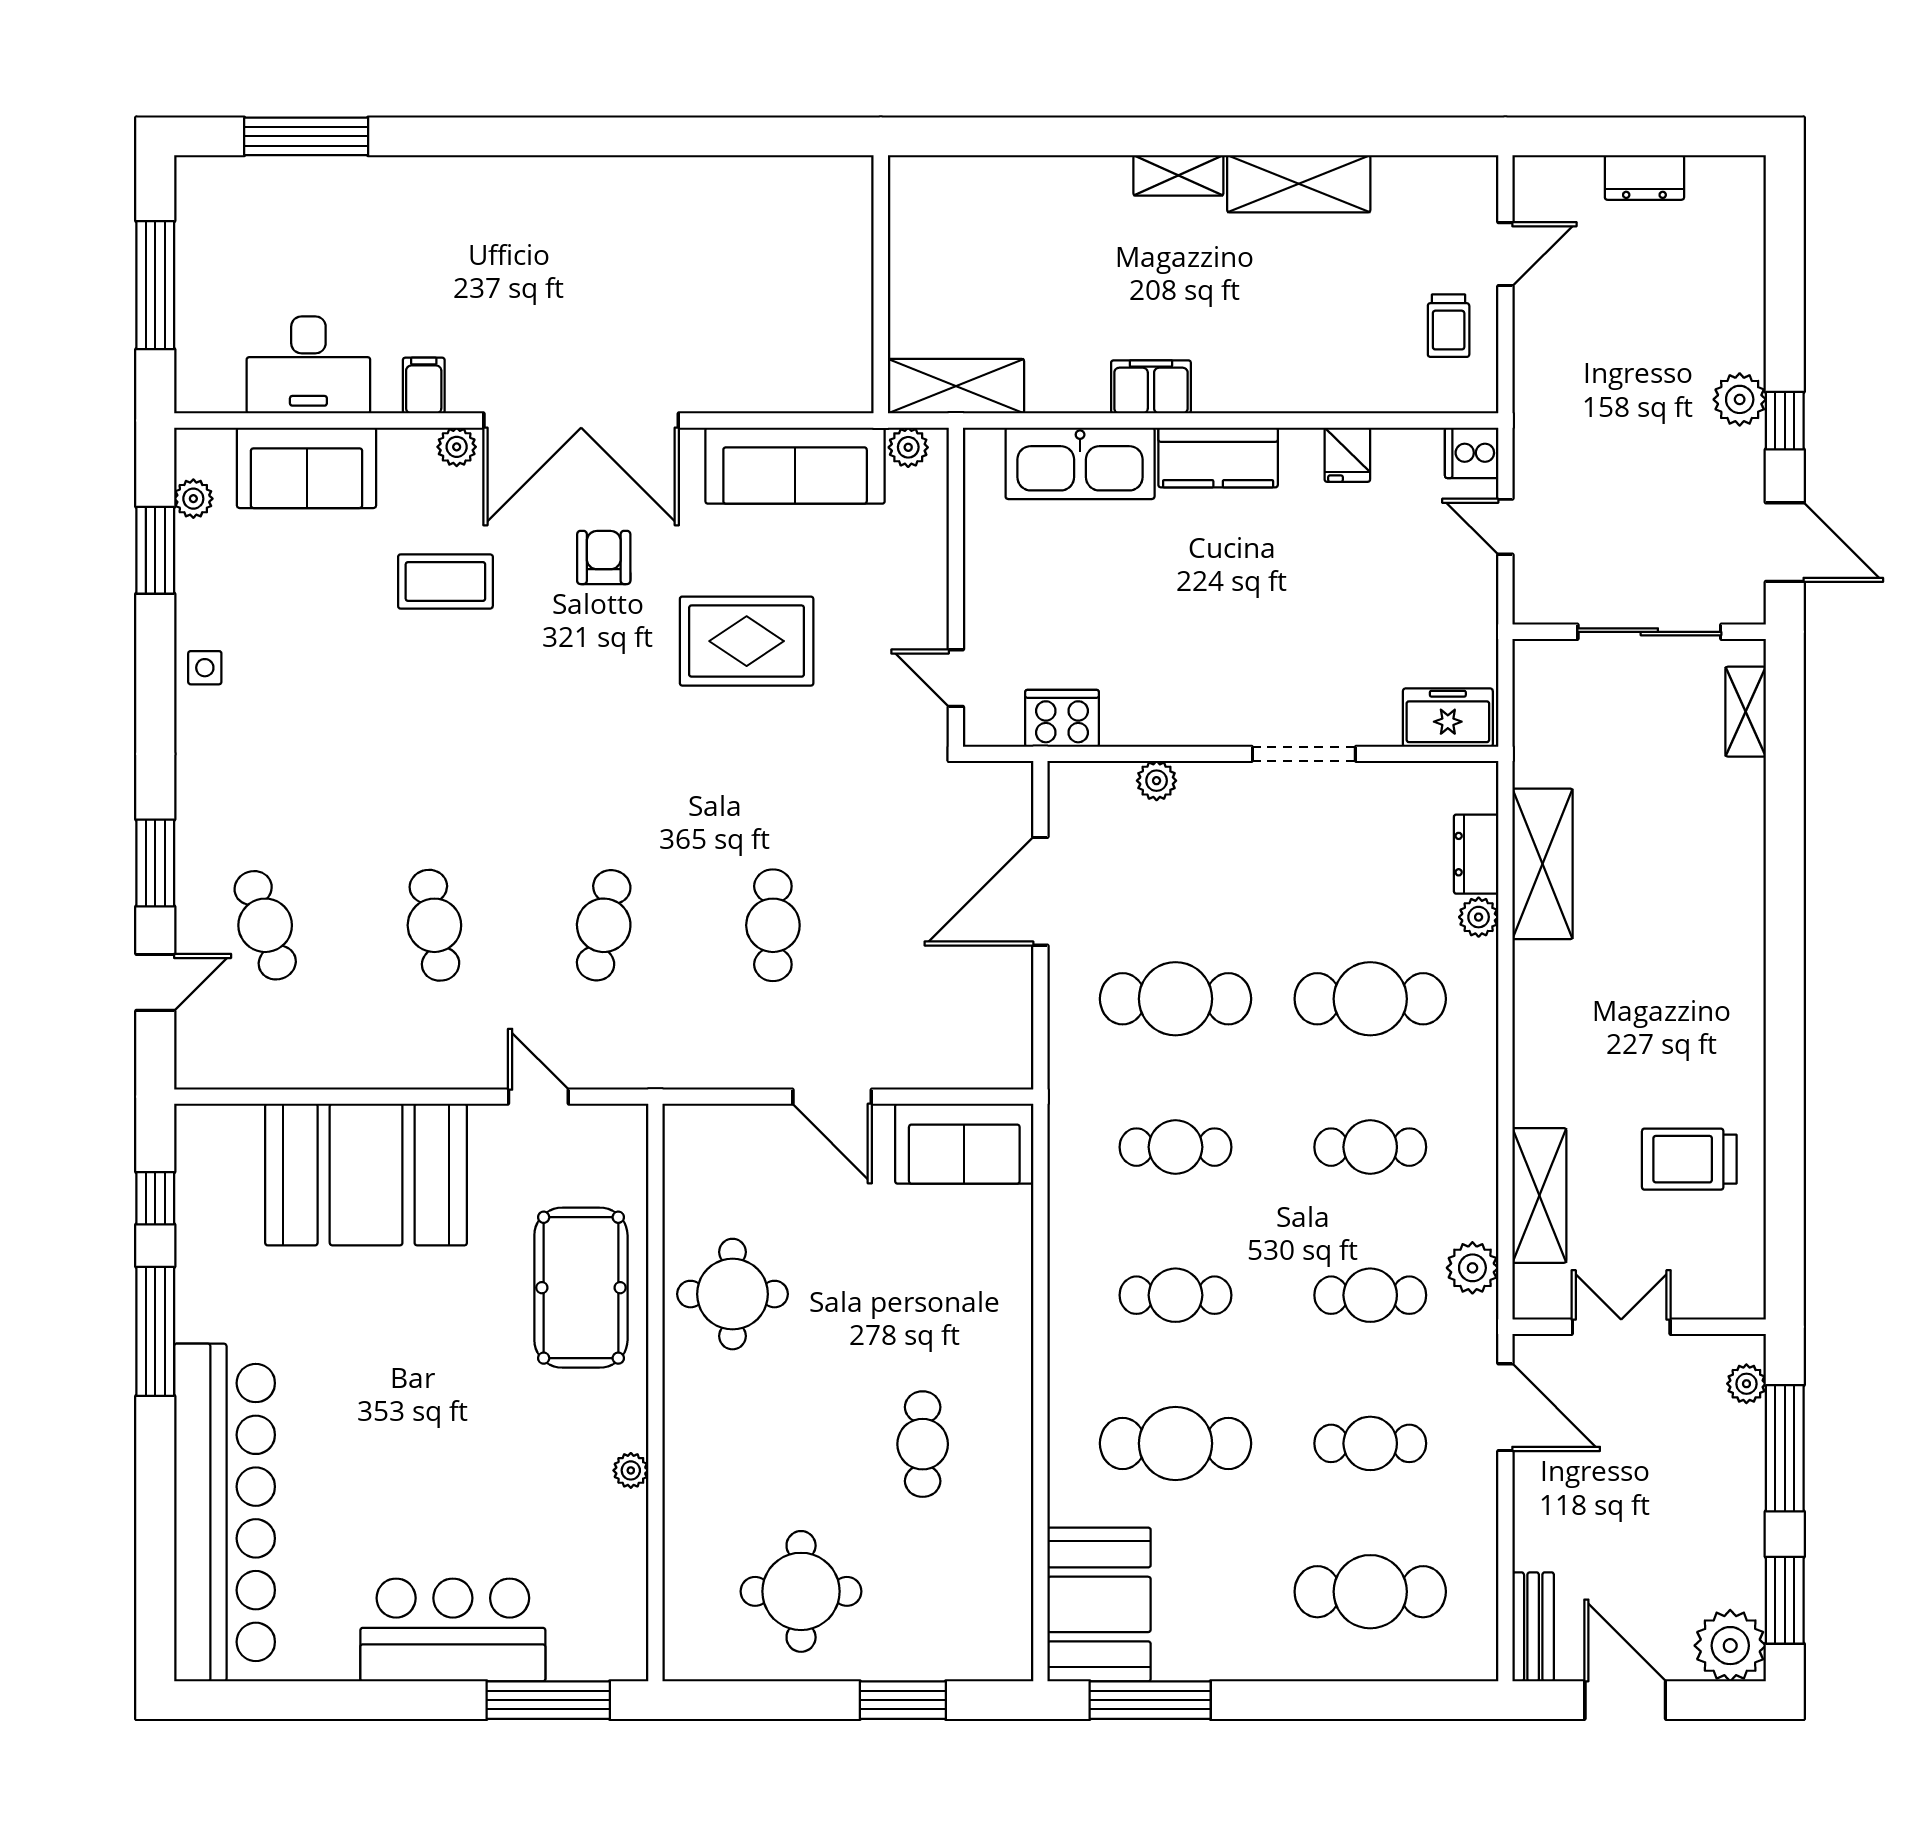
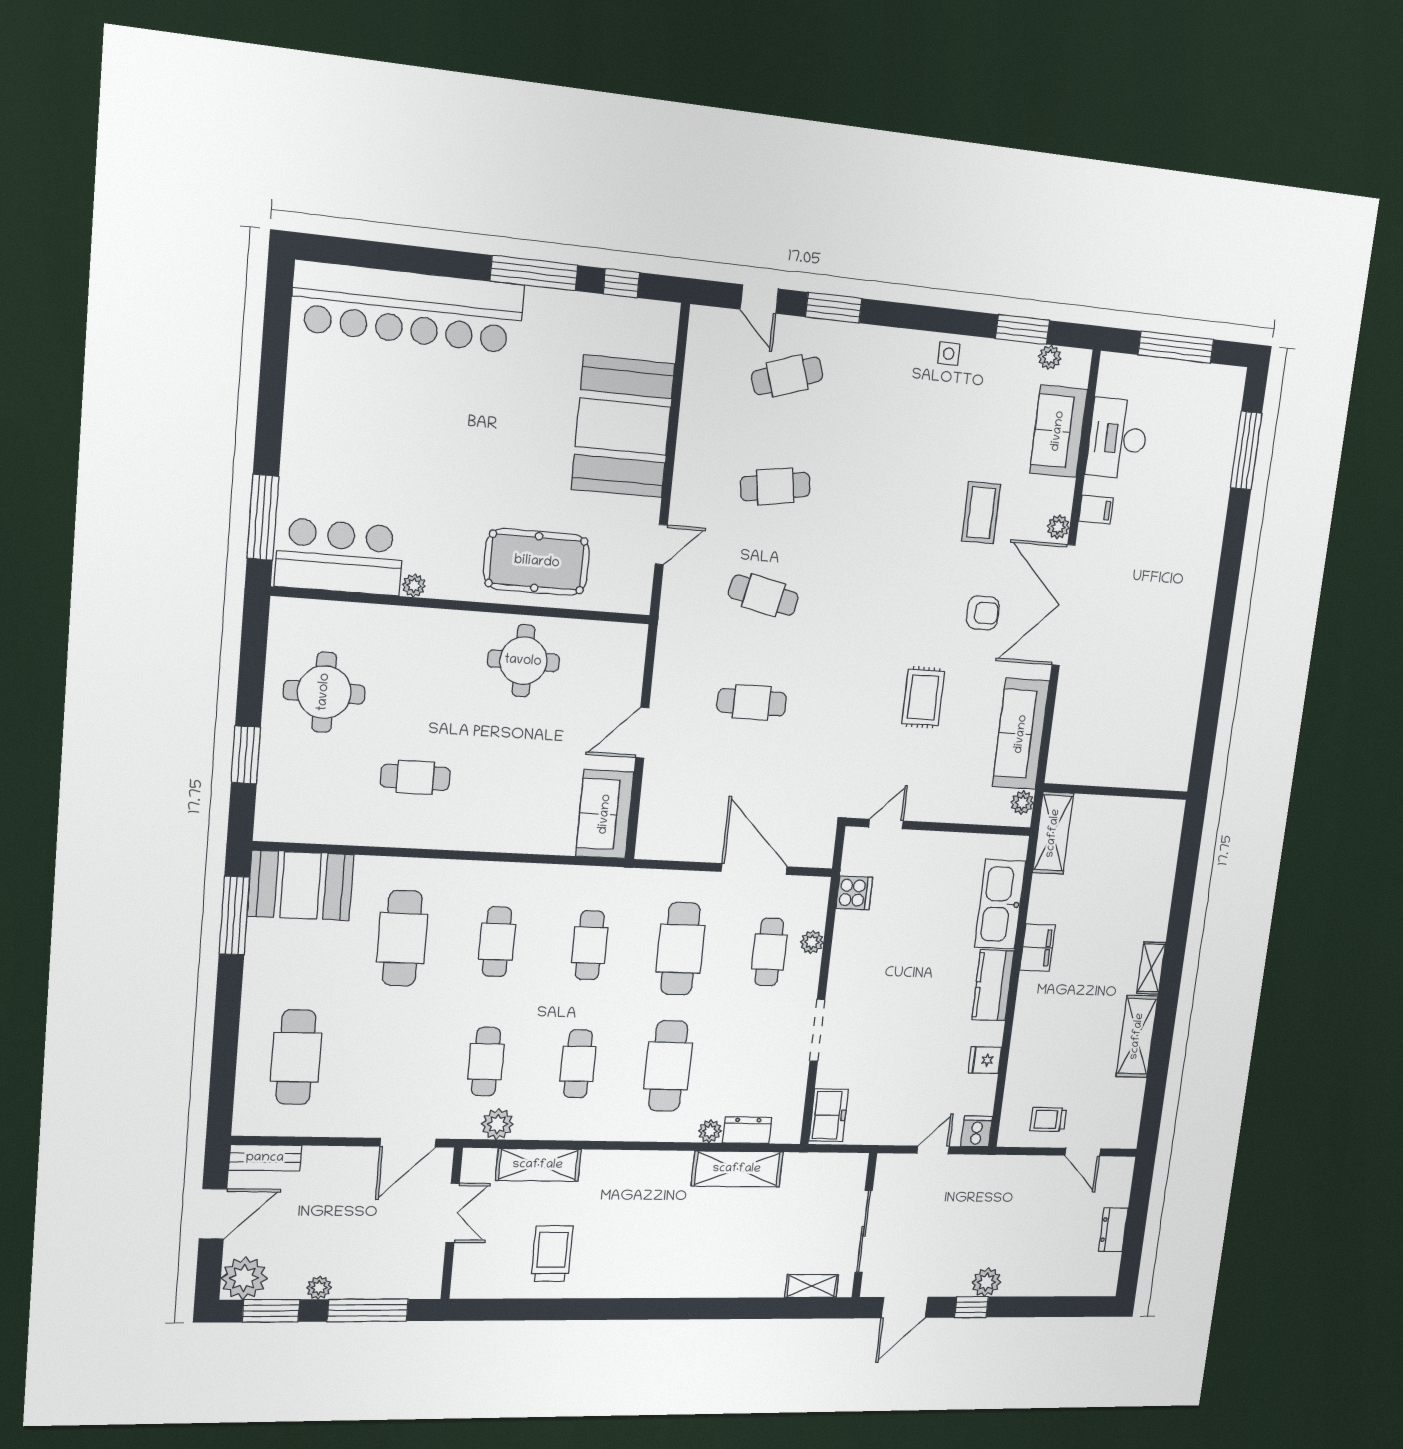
rug: (747, 641) -> (923, 697), width x0.73, depth x0.70
cooker: (1062, 718) -> (854, 893), width x0.73
plant: (1746, 1384) -> (319, 1288), moved
cafe table: (1370, 1443) -> (769, 952), moved
bar counter: (453, 1630) -> (340, 557), moved, turned -90

